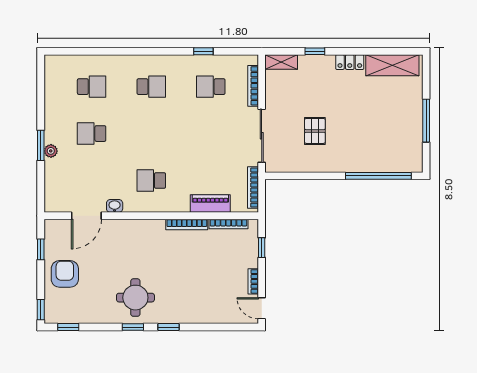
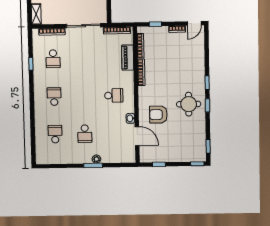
school desk: (151, 180) -> (114, 95), turned -90
armchair: (65, 274) -> (158, 115), moved

